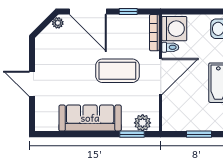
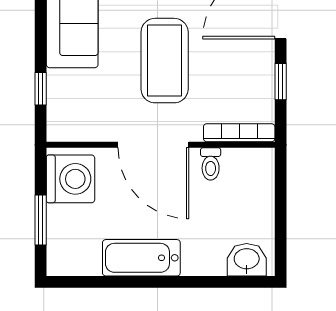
washing machine: (174, 29) -> (70, 179), moved, turned -90
plant: (143, 123) -> (63, 110), removed
window: (132, 134) -> (41, 89), width x0.67

